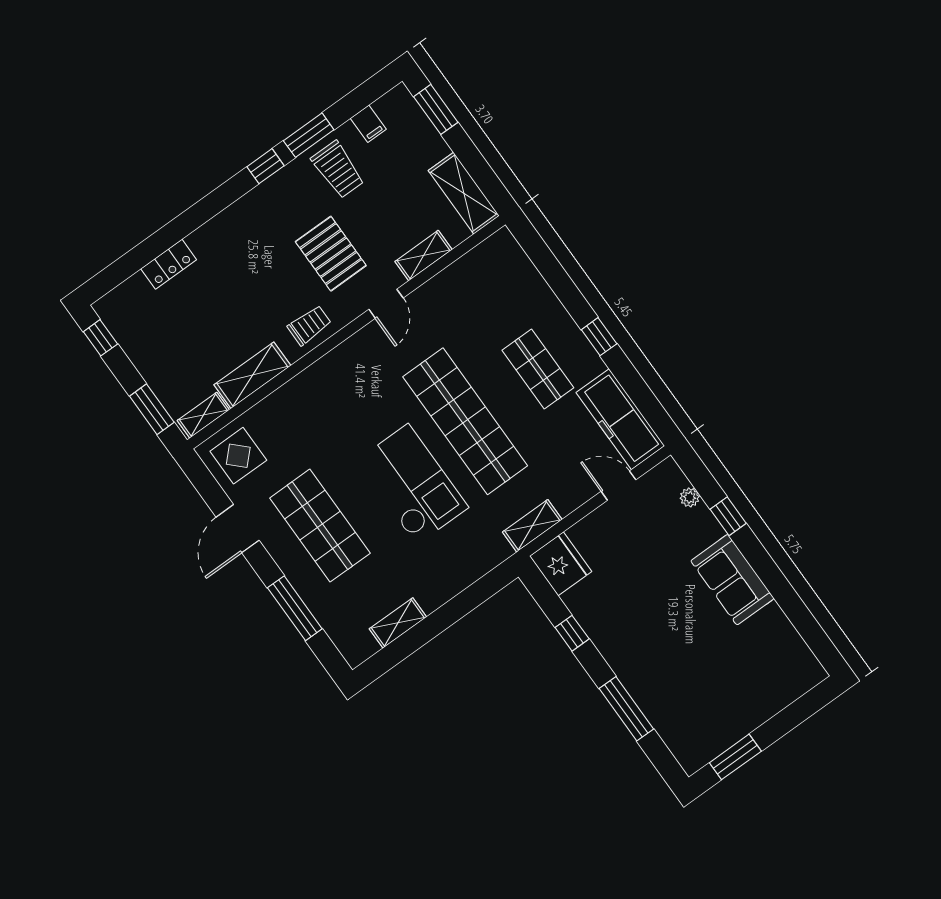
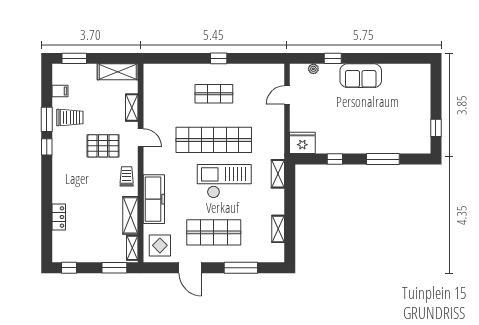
freezer: (620, 419) -> (154, 199), moved, turned -90
shelving: (532, 526) -> (278, 174), moved
window: (735, 757) -> (436, 128), width x0.67

